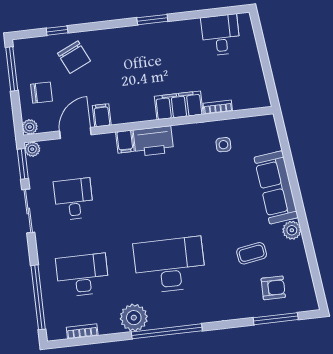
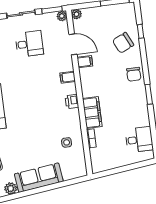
chair: (42, 93) -> (134, 74), moved
printer: (153, 141) -> (72, 101), width x0.53, depth x0.68

